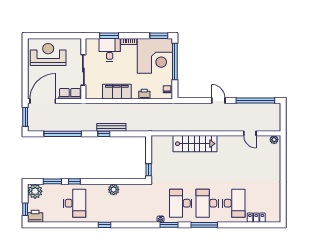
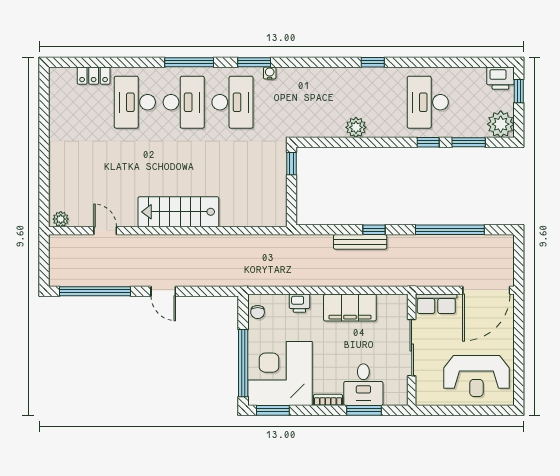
window: (25, 117) -> (519, 261), removed
stairs: (195, 144) -> (178, 212), moved

